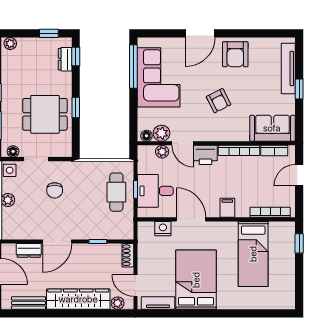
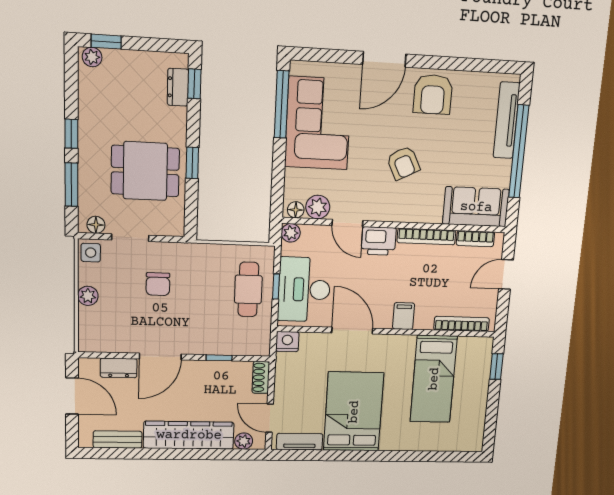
window: (49, 33) -> (106, 42), moved
window: (299, 89) -> (519, 152), width x3.17
plant: (162, 152) -> (291, 233), moved
desk: (155, 191) -> (304, 290), width x1.37
nightstand: (163, 229) -> (287, 342), moved

